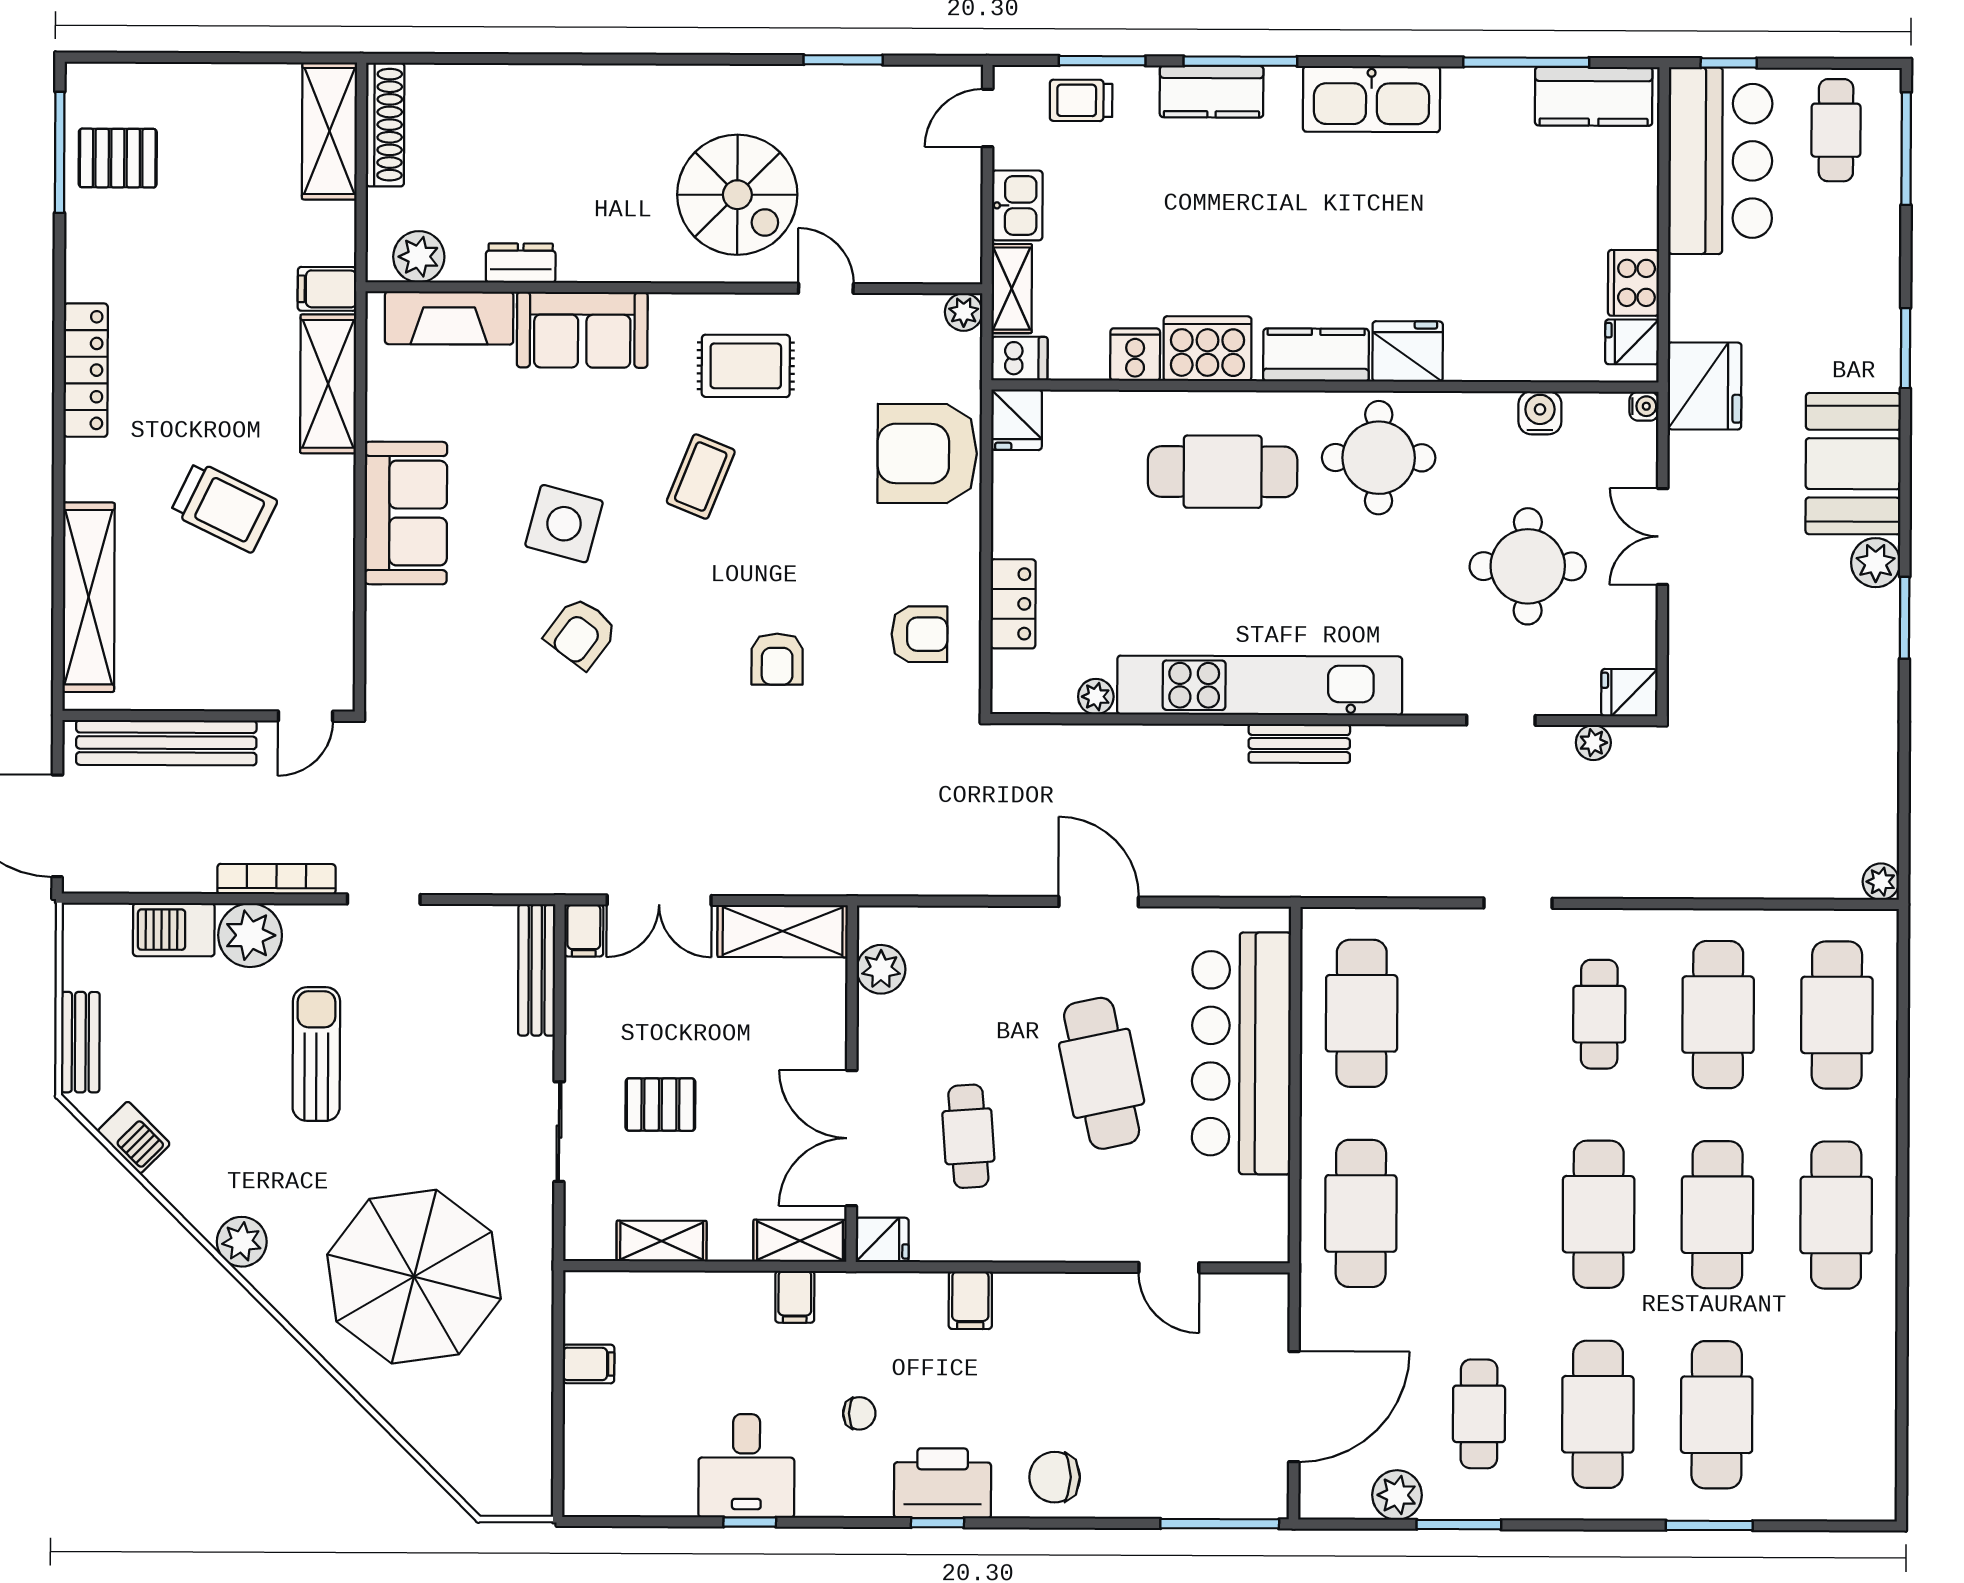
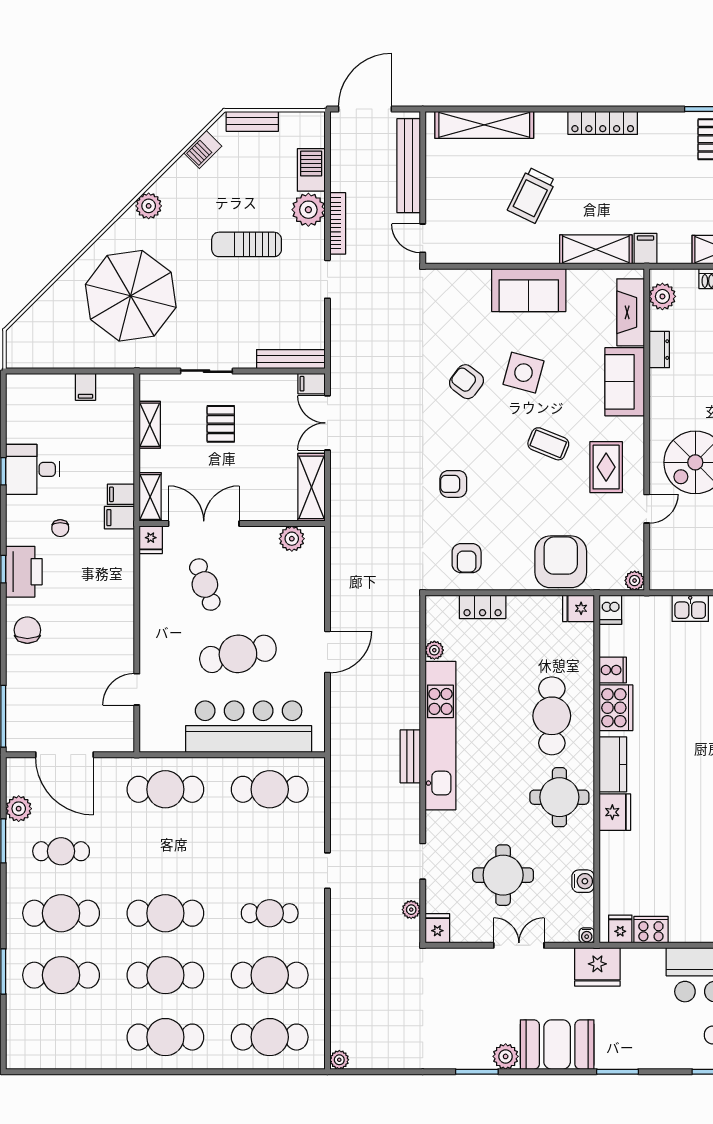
shelving: (1012, 289) -> (647, 606), removed
sun lounger: (316, 1054) -> (247, 244), turned 180
cafe table: (968, 1136) -> (205, 585), turned 74
filing cabinet: (970, 1300) -> (119, 518), moved

